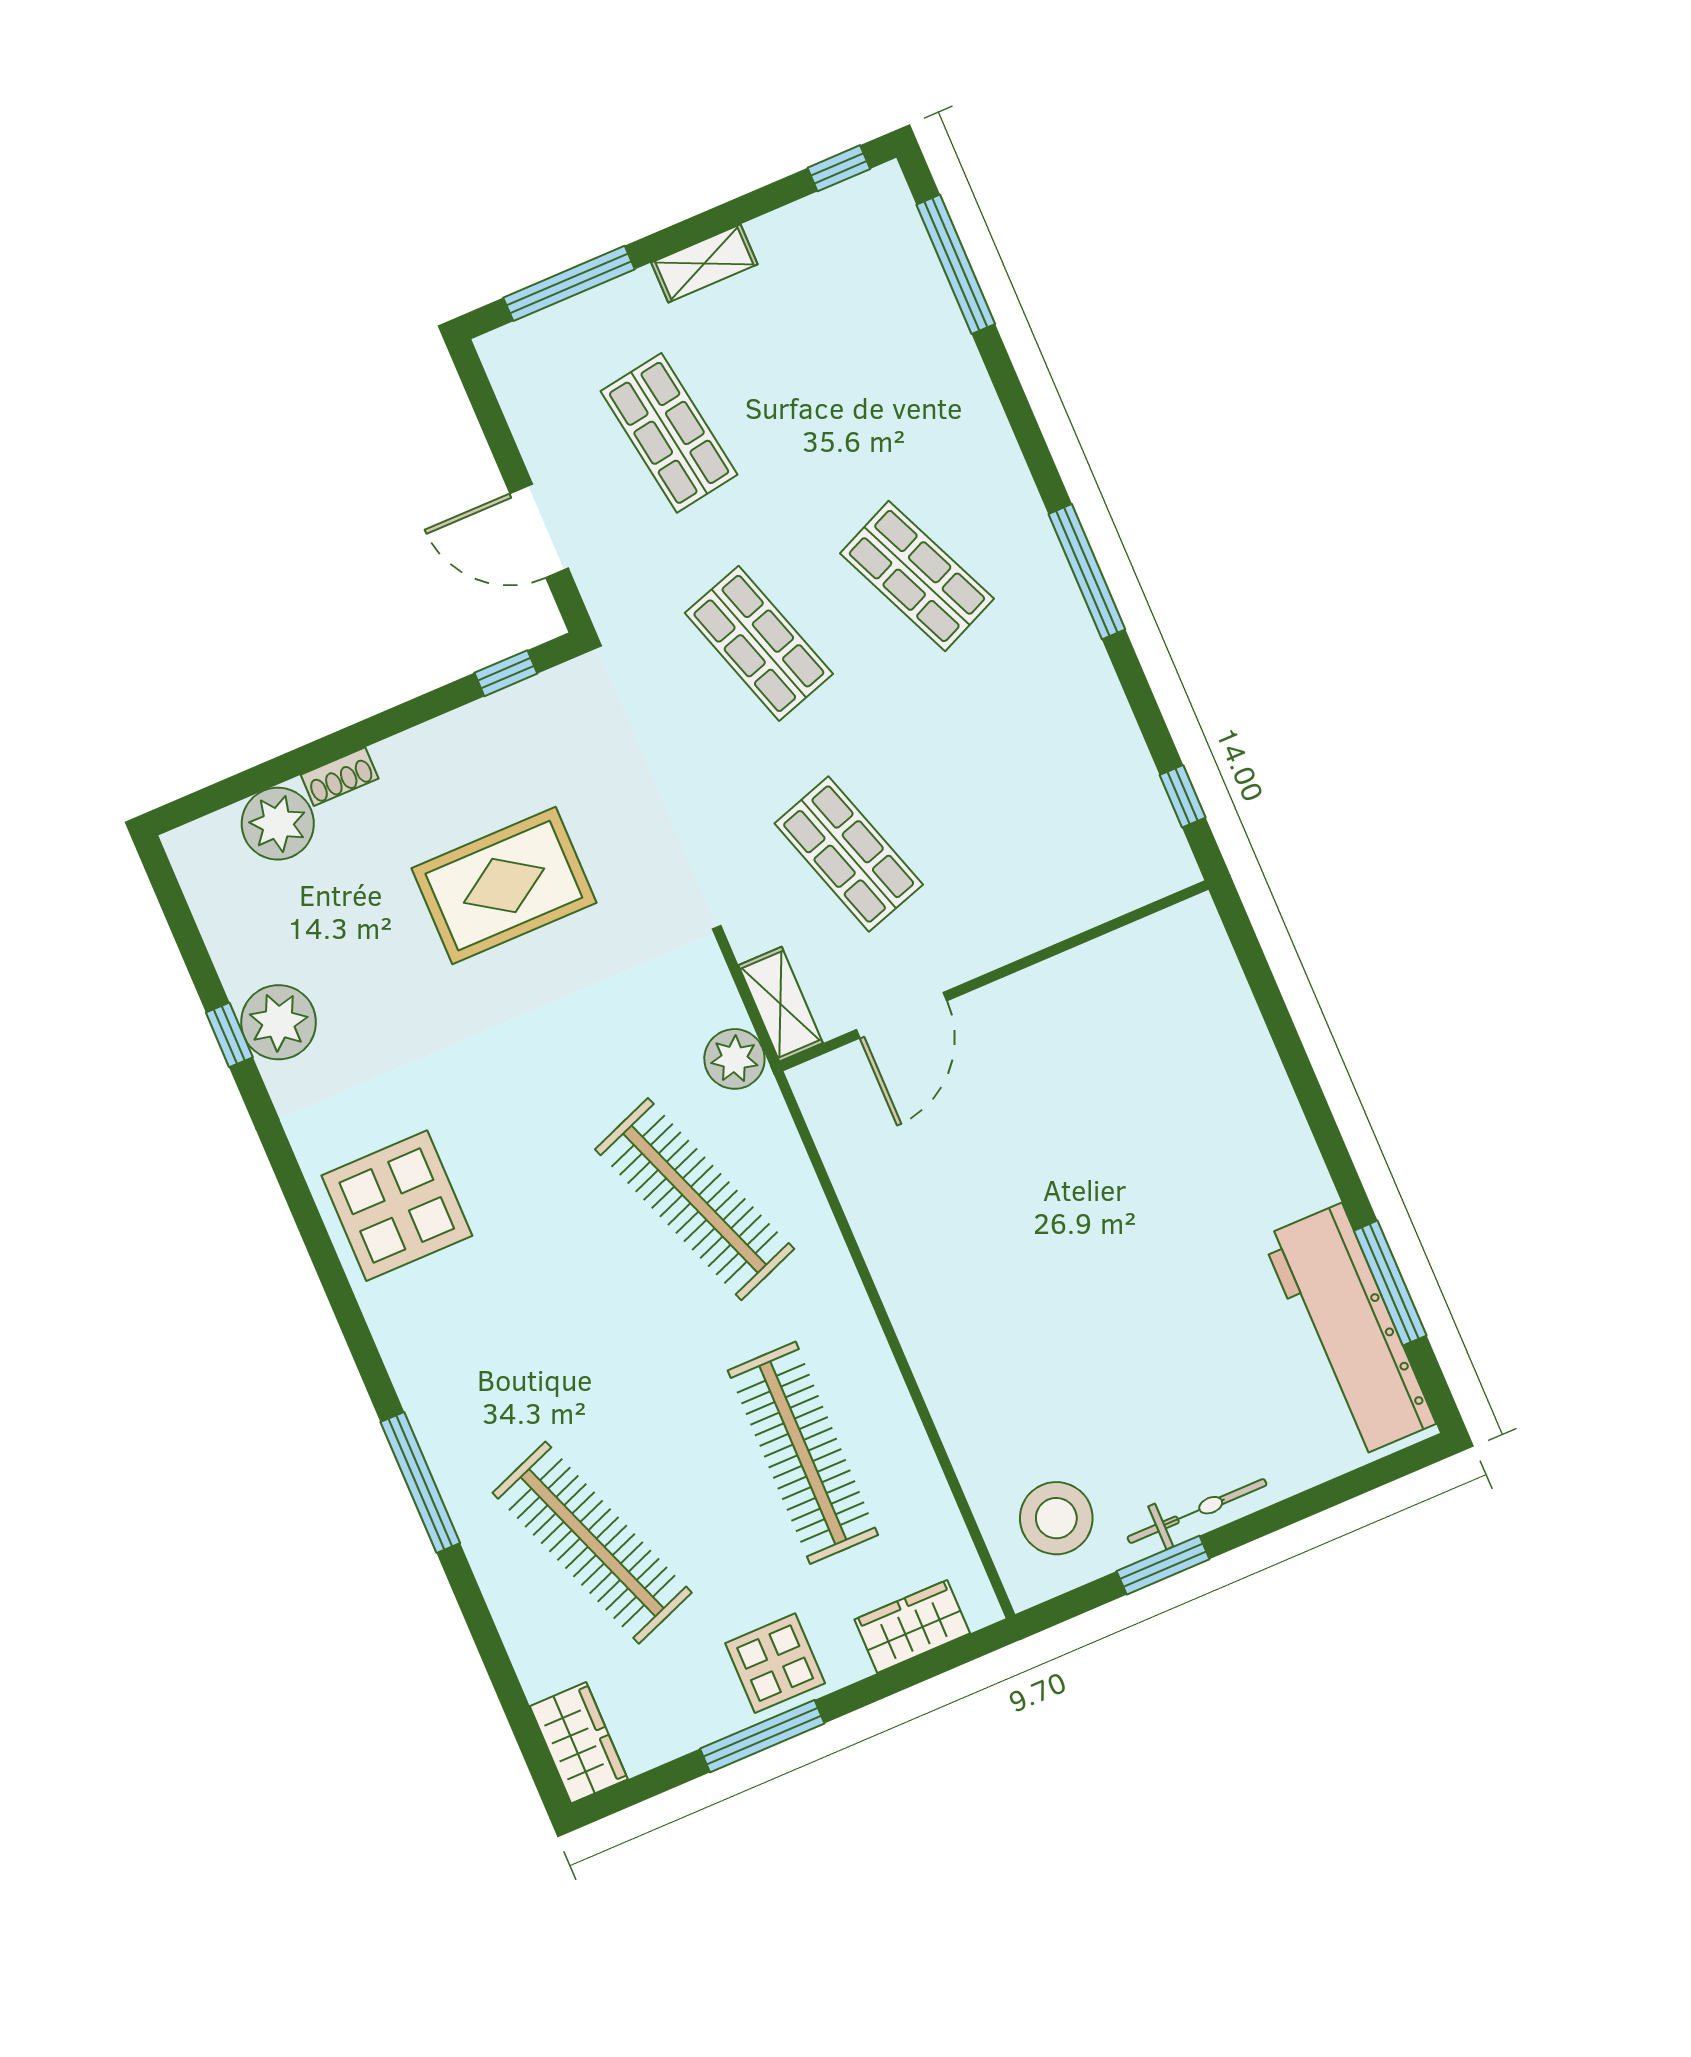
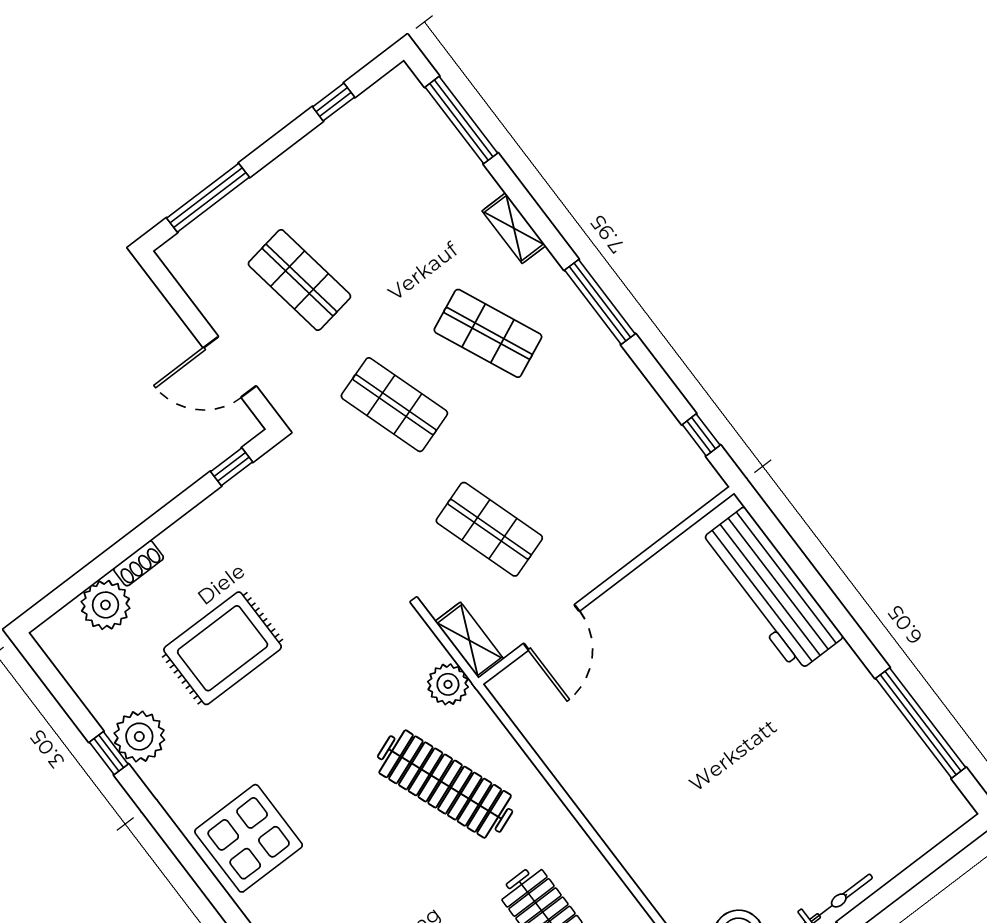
window: (839, 168) -> (334, 102), moved
shelving: (704, 263) -> (514, 228), moved, turned 90
rug: (504, 886) -> (223, 648), moved
window: (1390, 1283) -> (921, 723), width x1.46
workbench: (1349, 1330) -> (770, 590), moved

